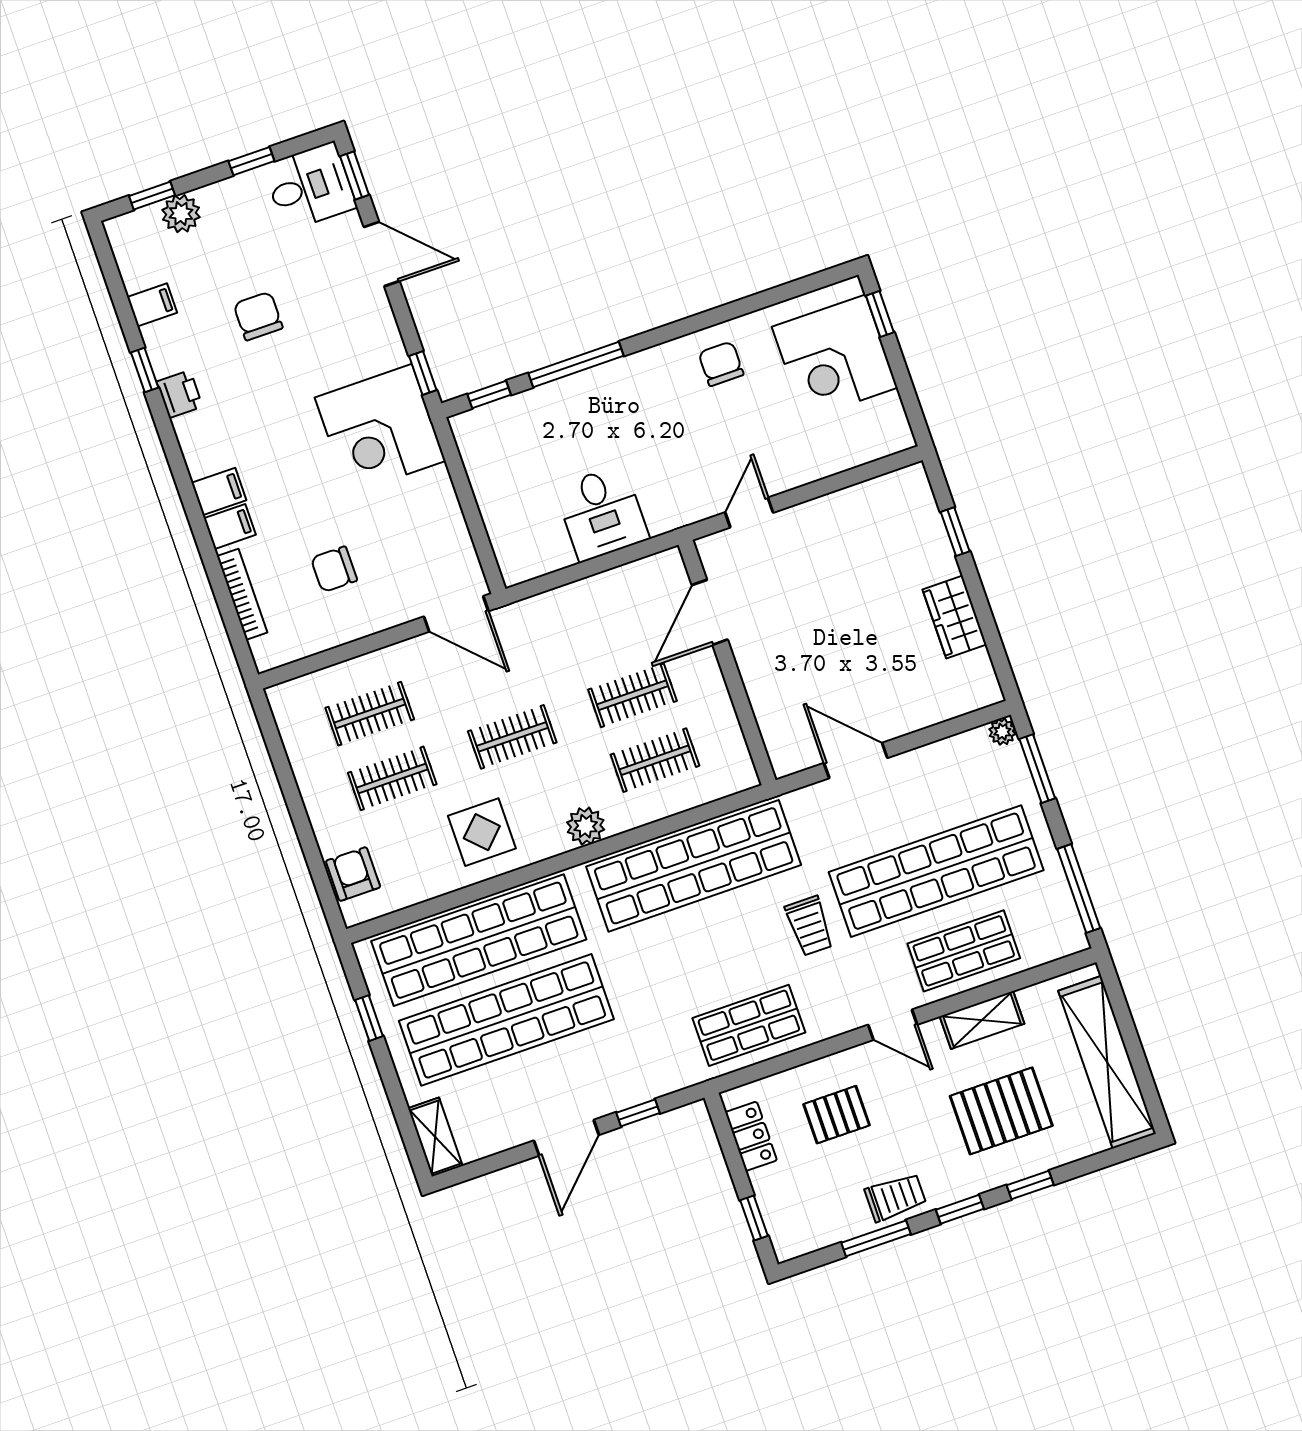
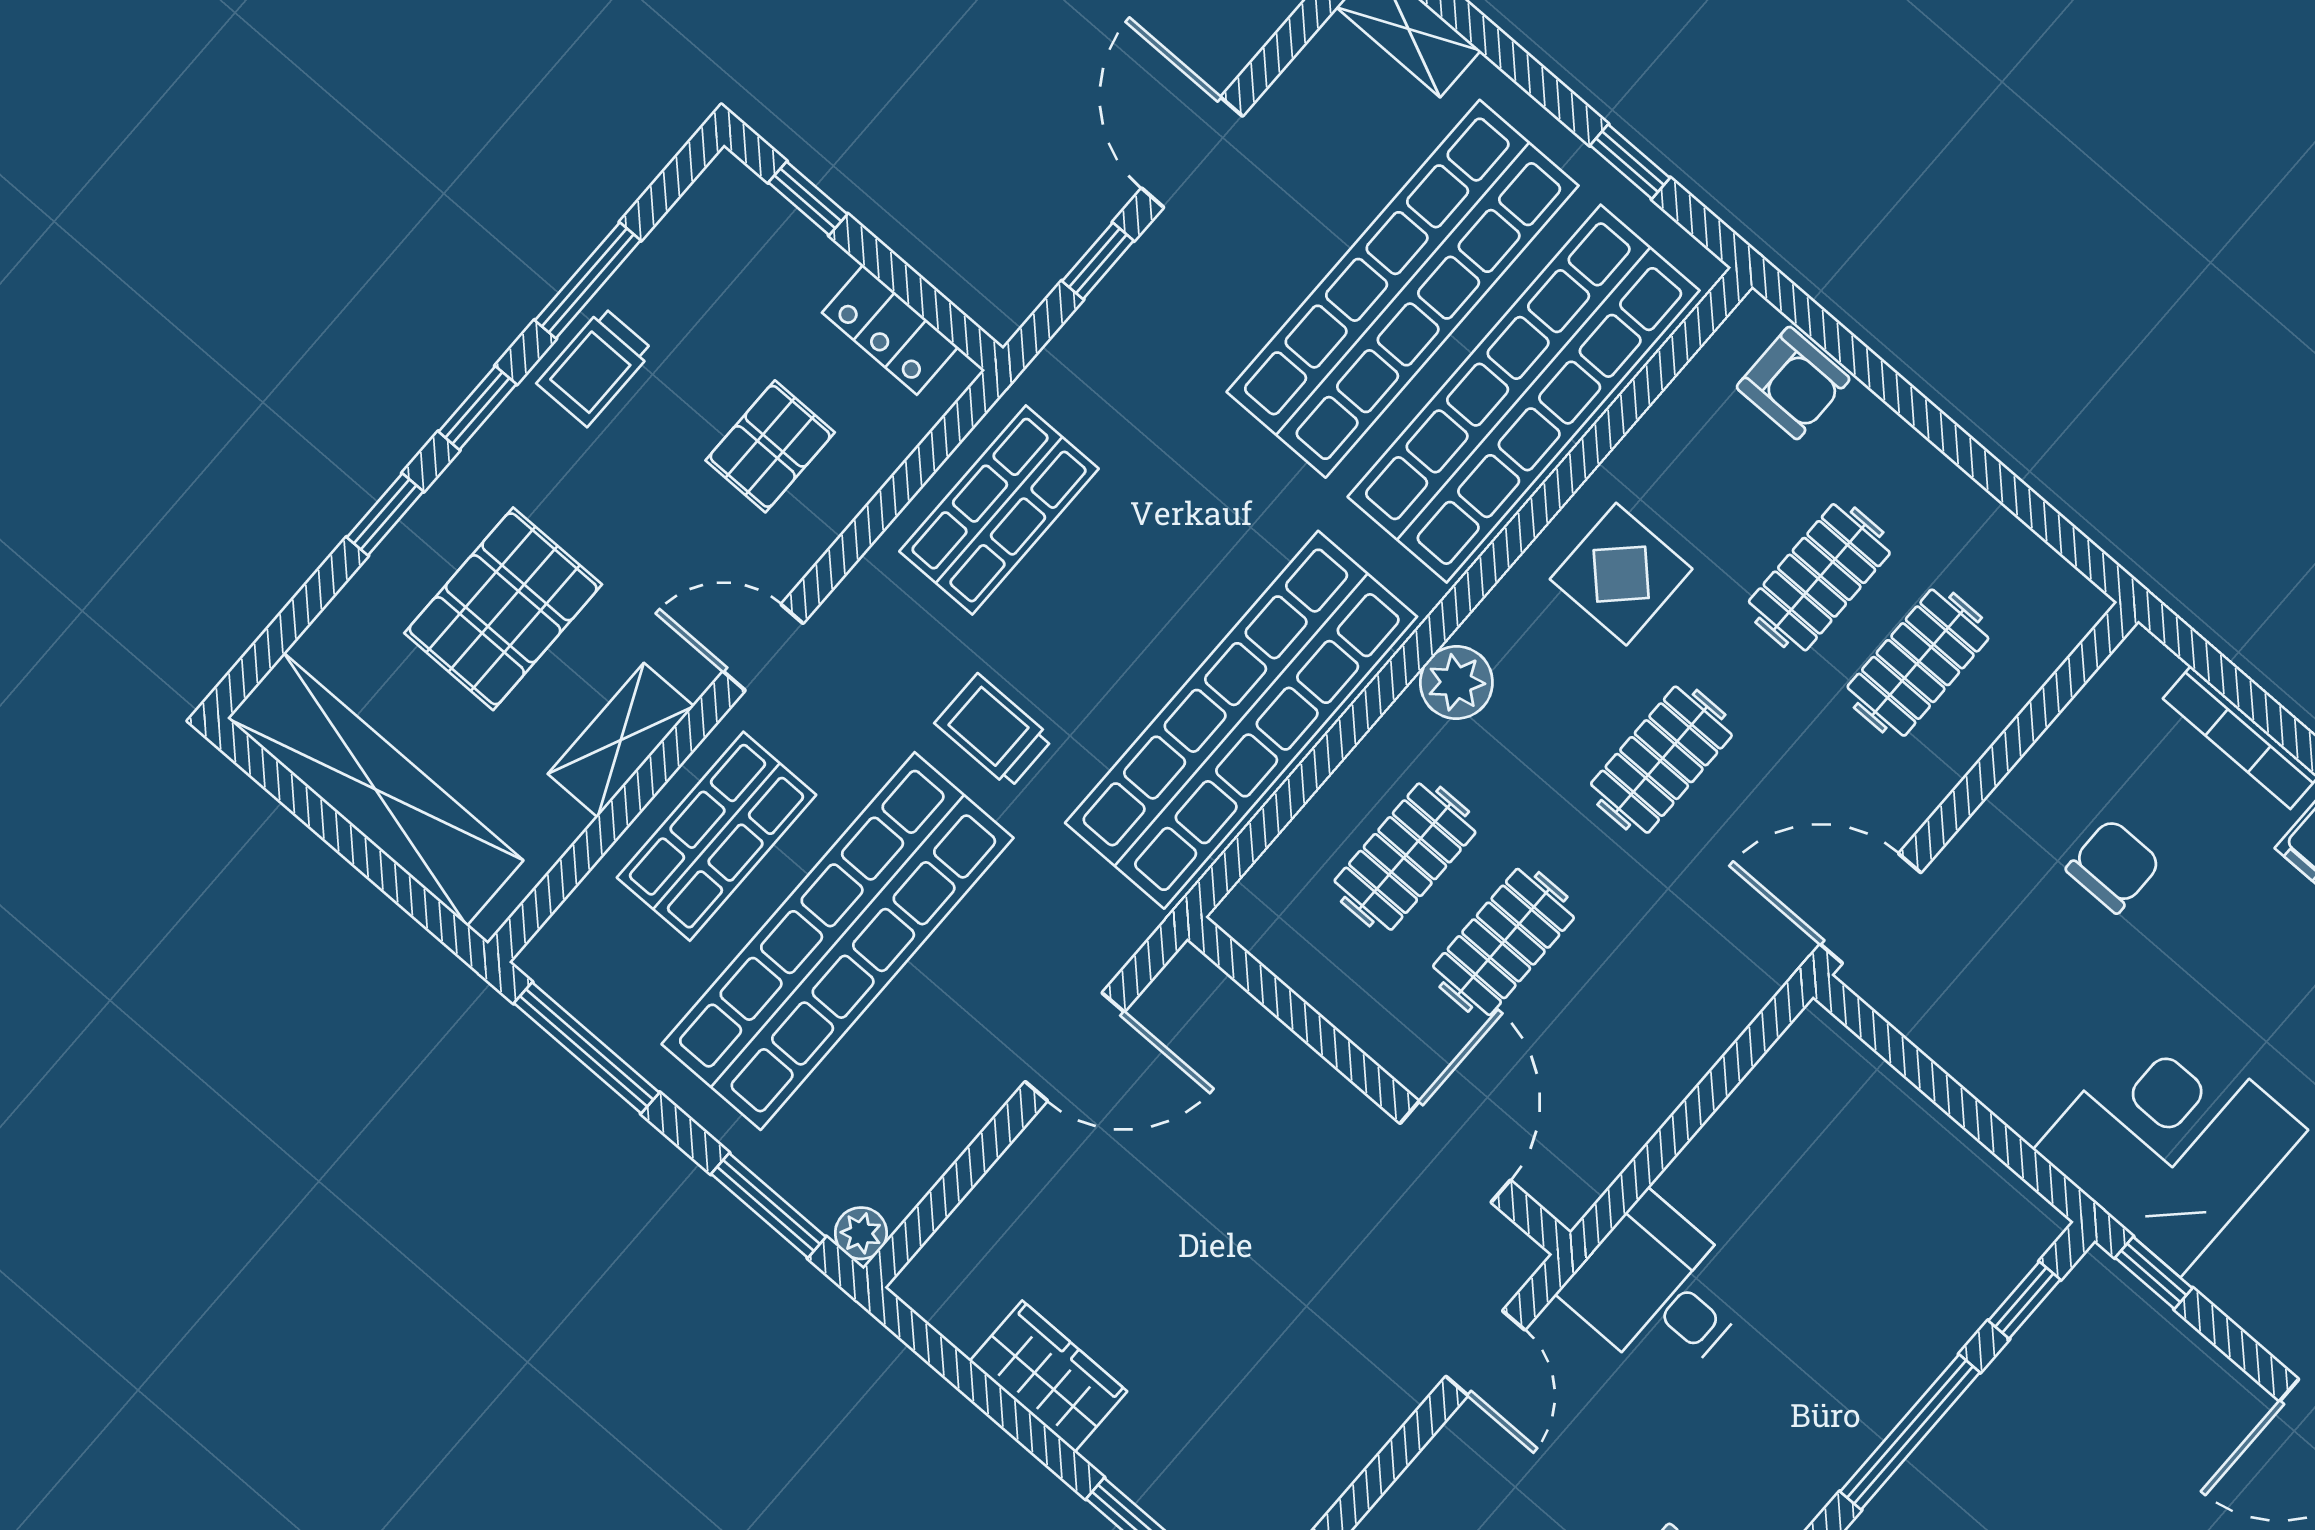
desk: (602, 513) -> (1659, 1291), moved

